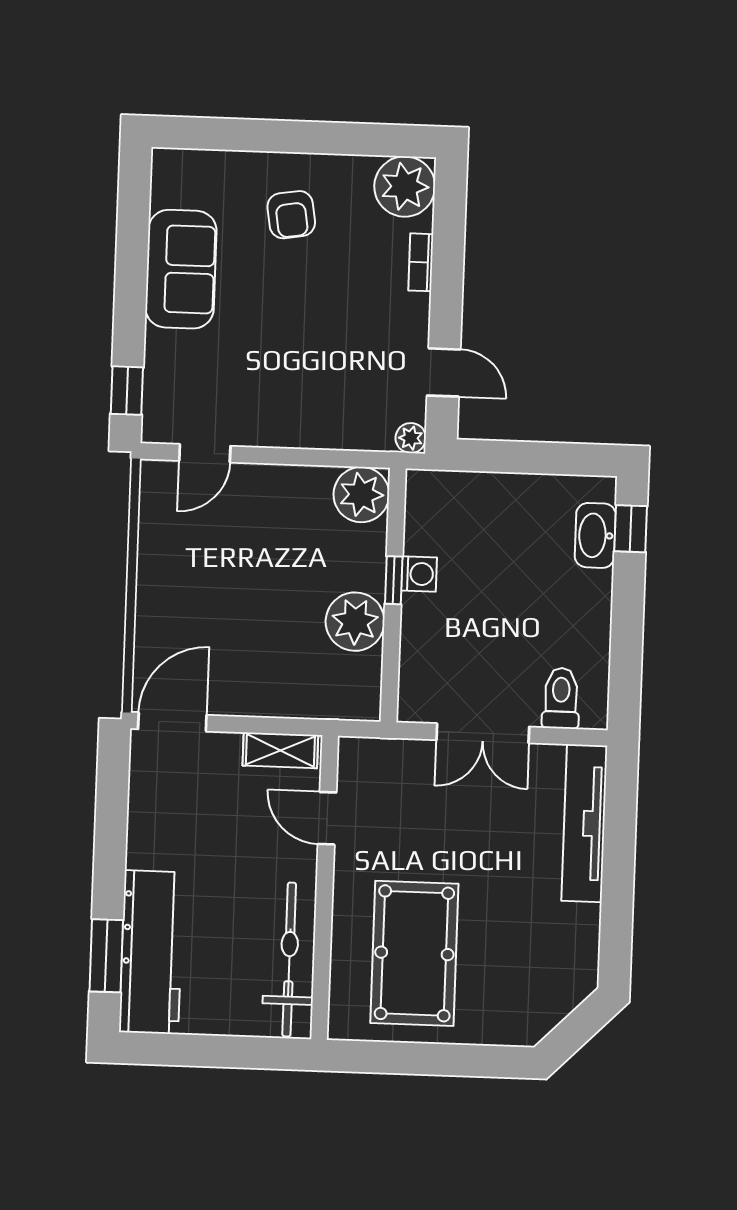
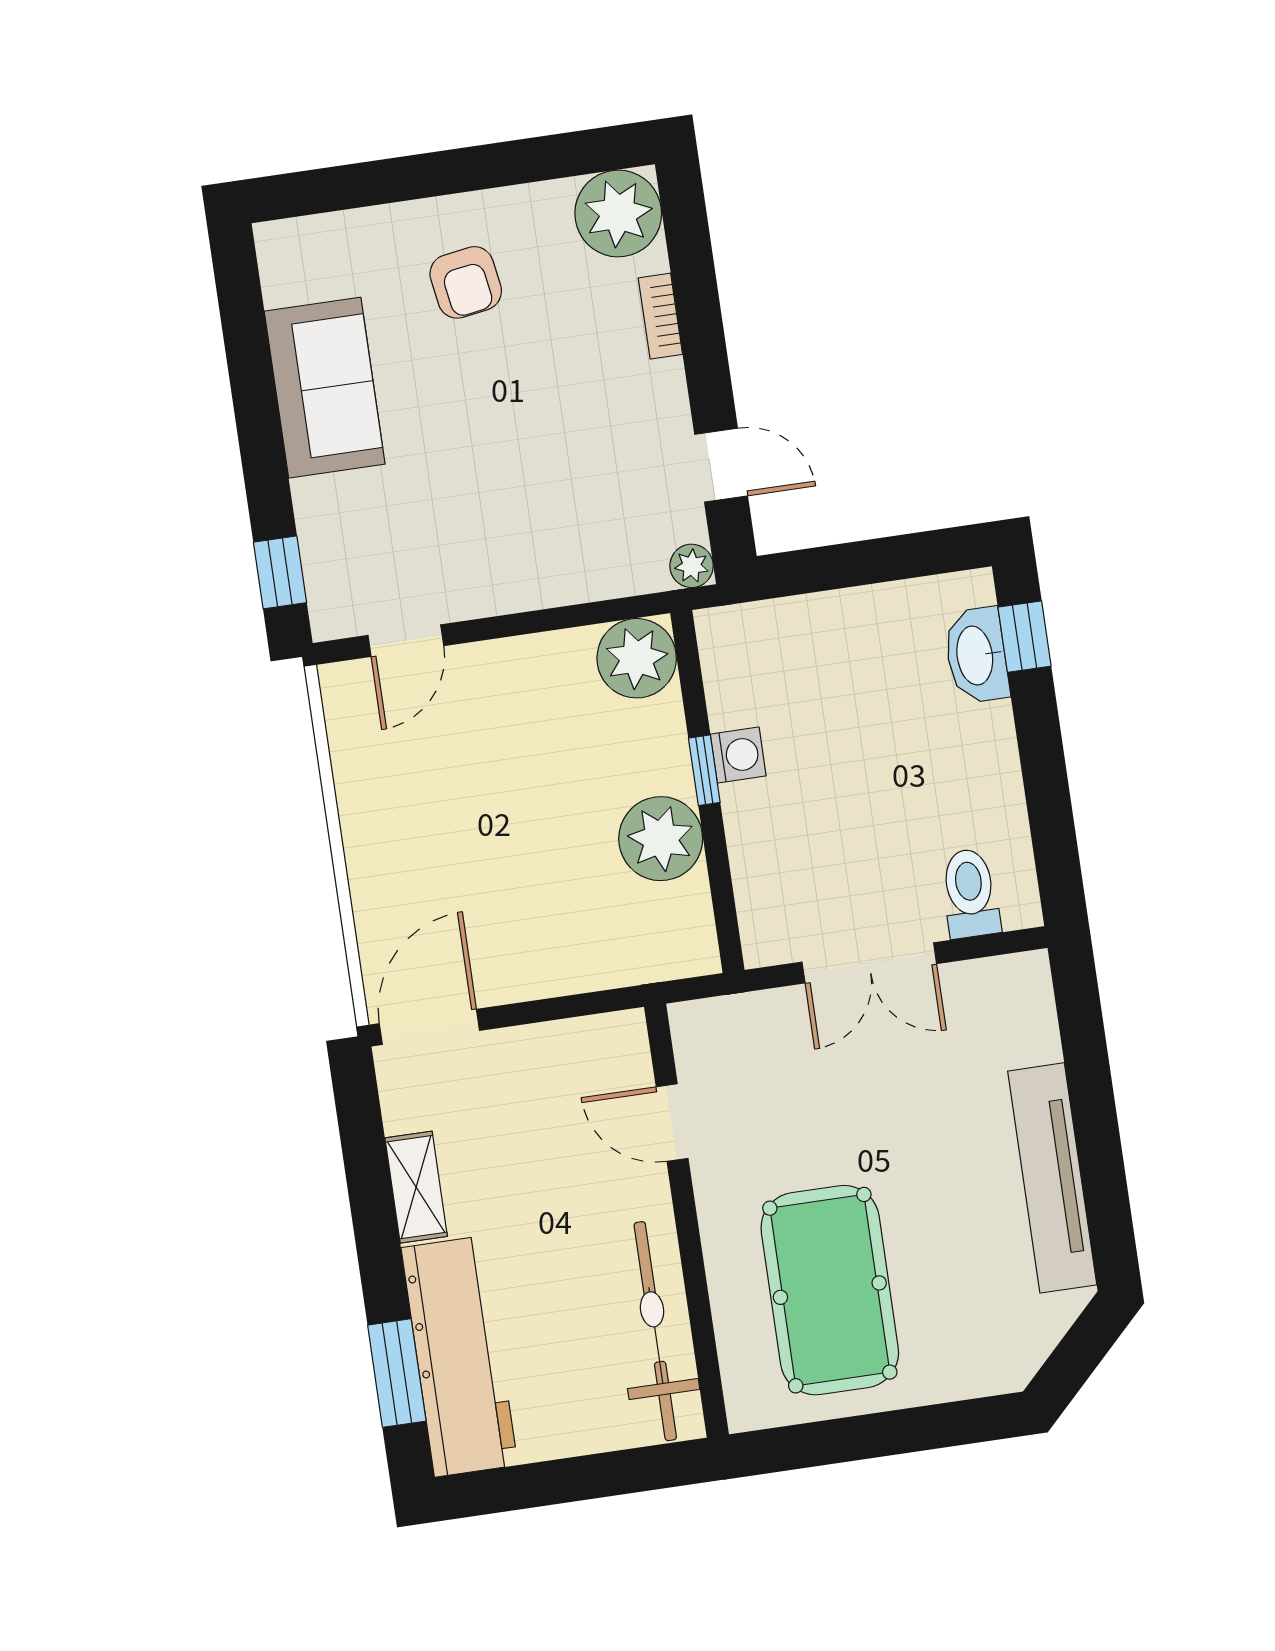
shelving: (280, 750) -> (416, 1187), moved, turned 90
tv unit: (584, 823) -> (1052, 1178), moved

